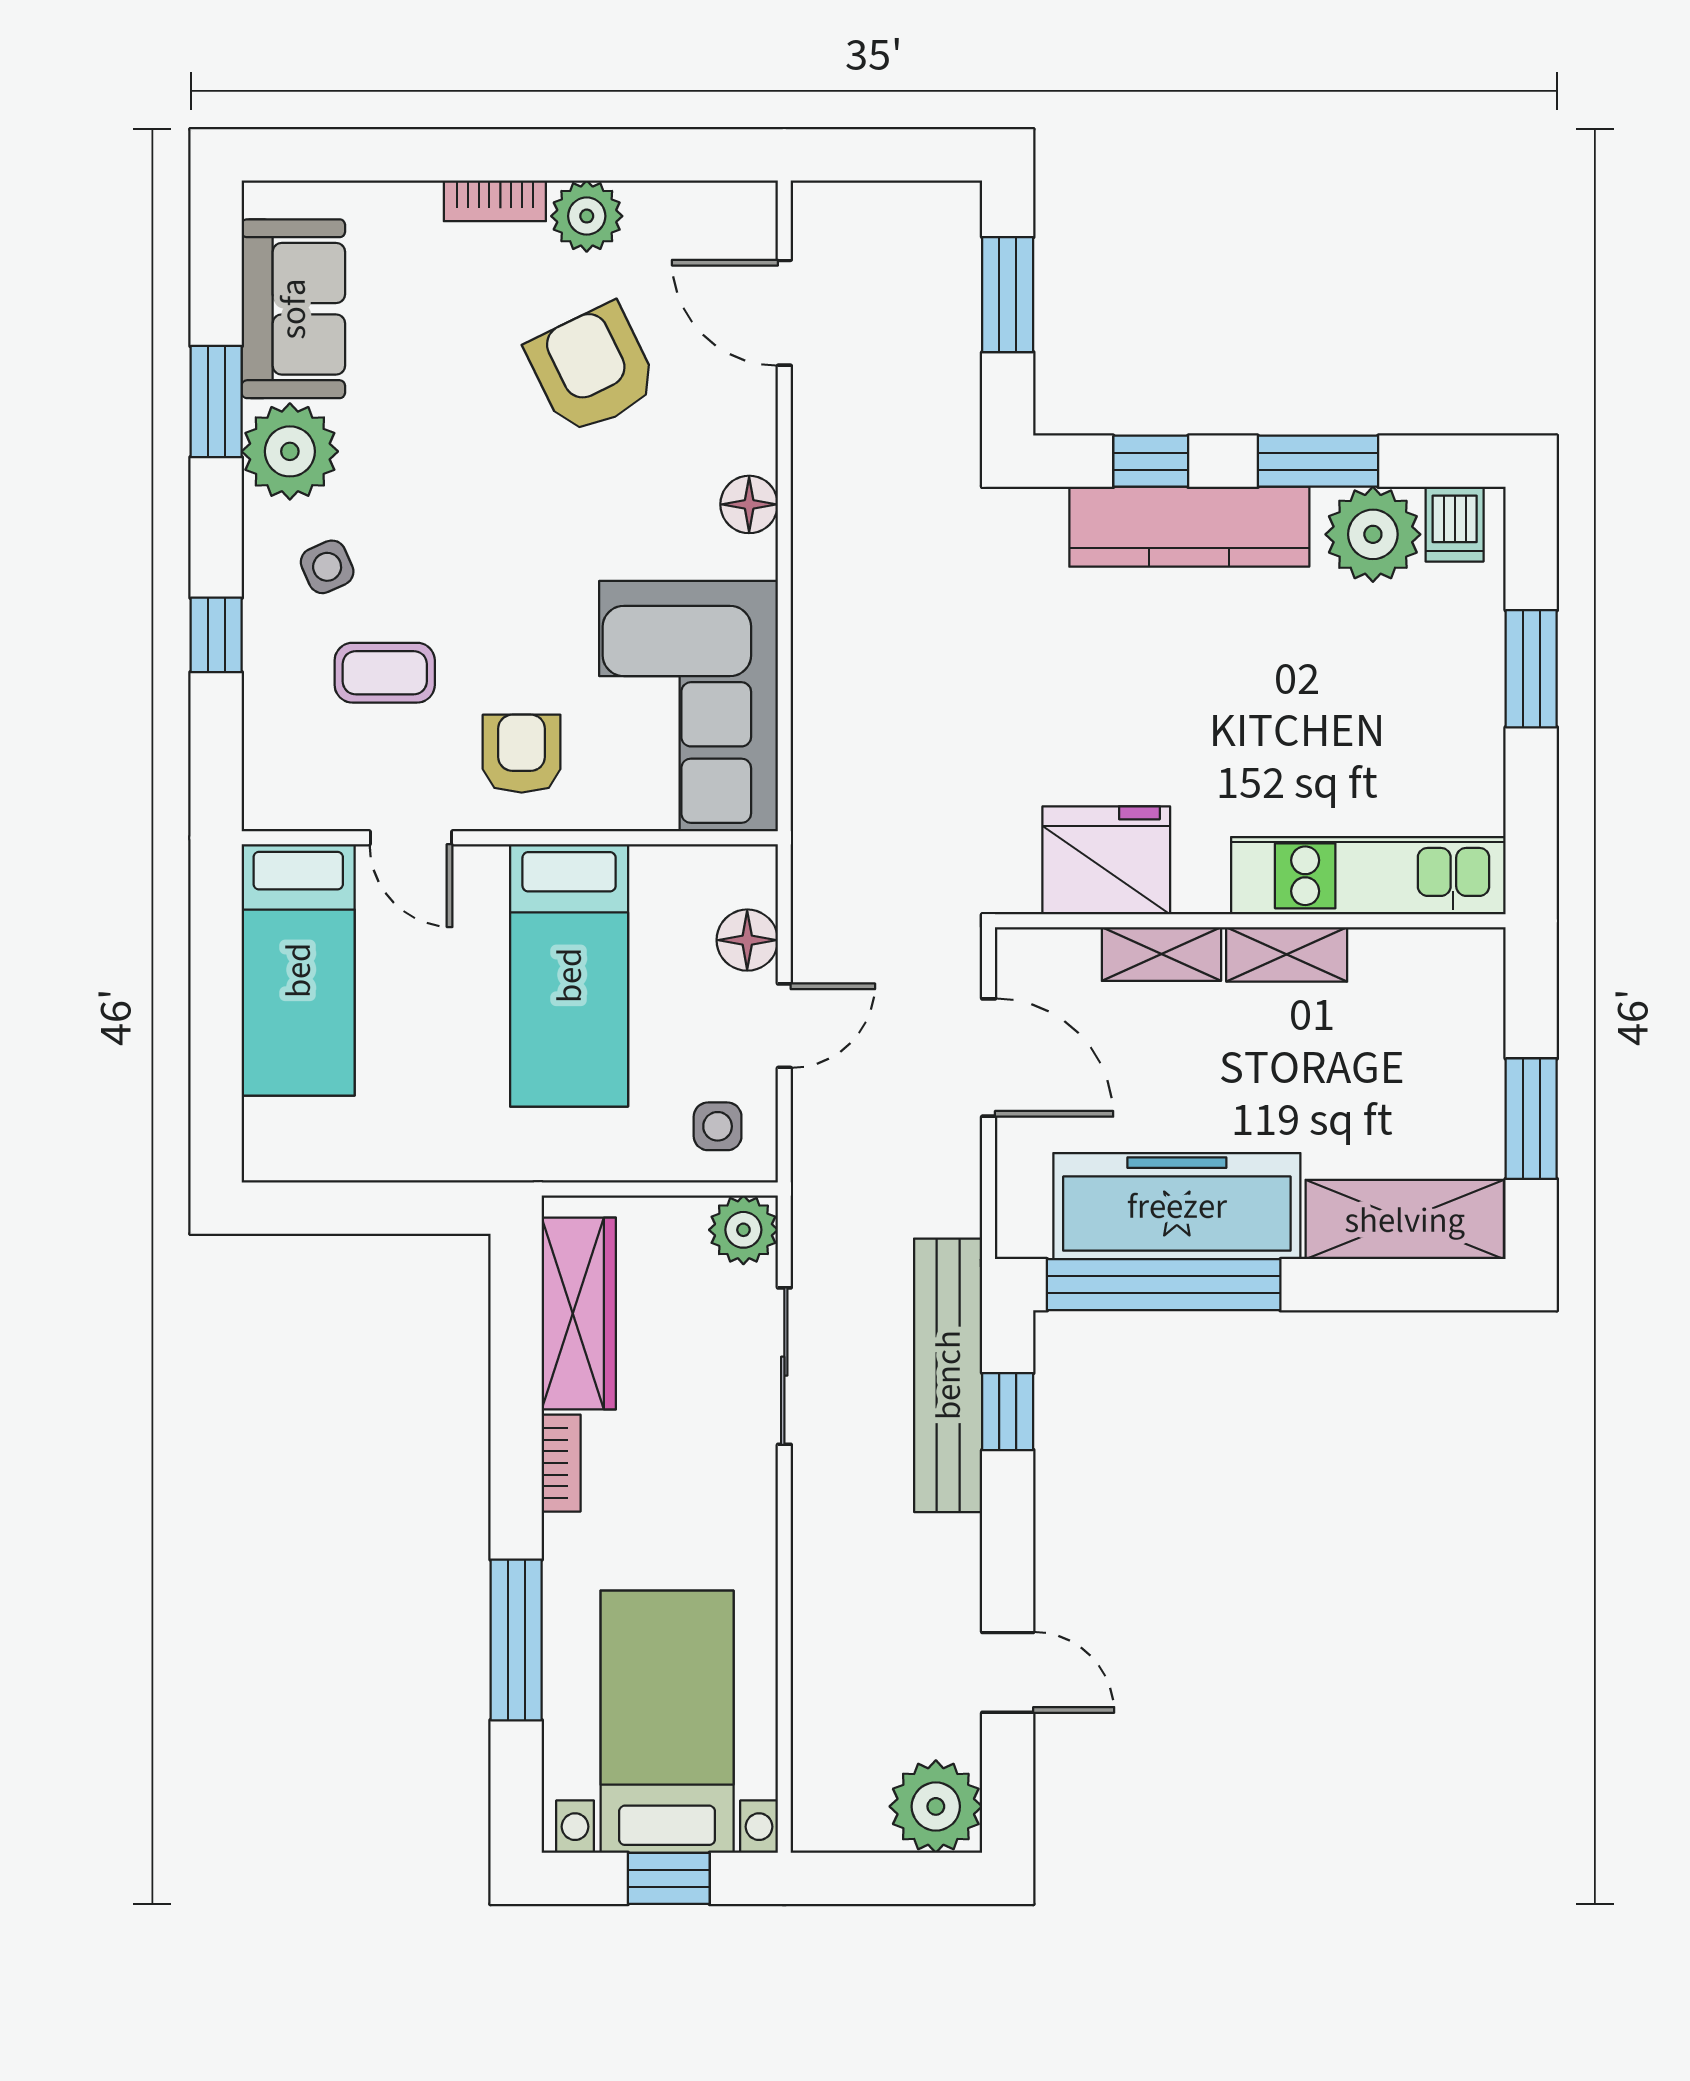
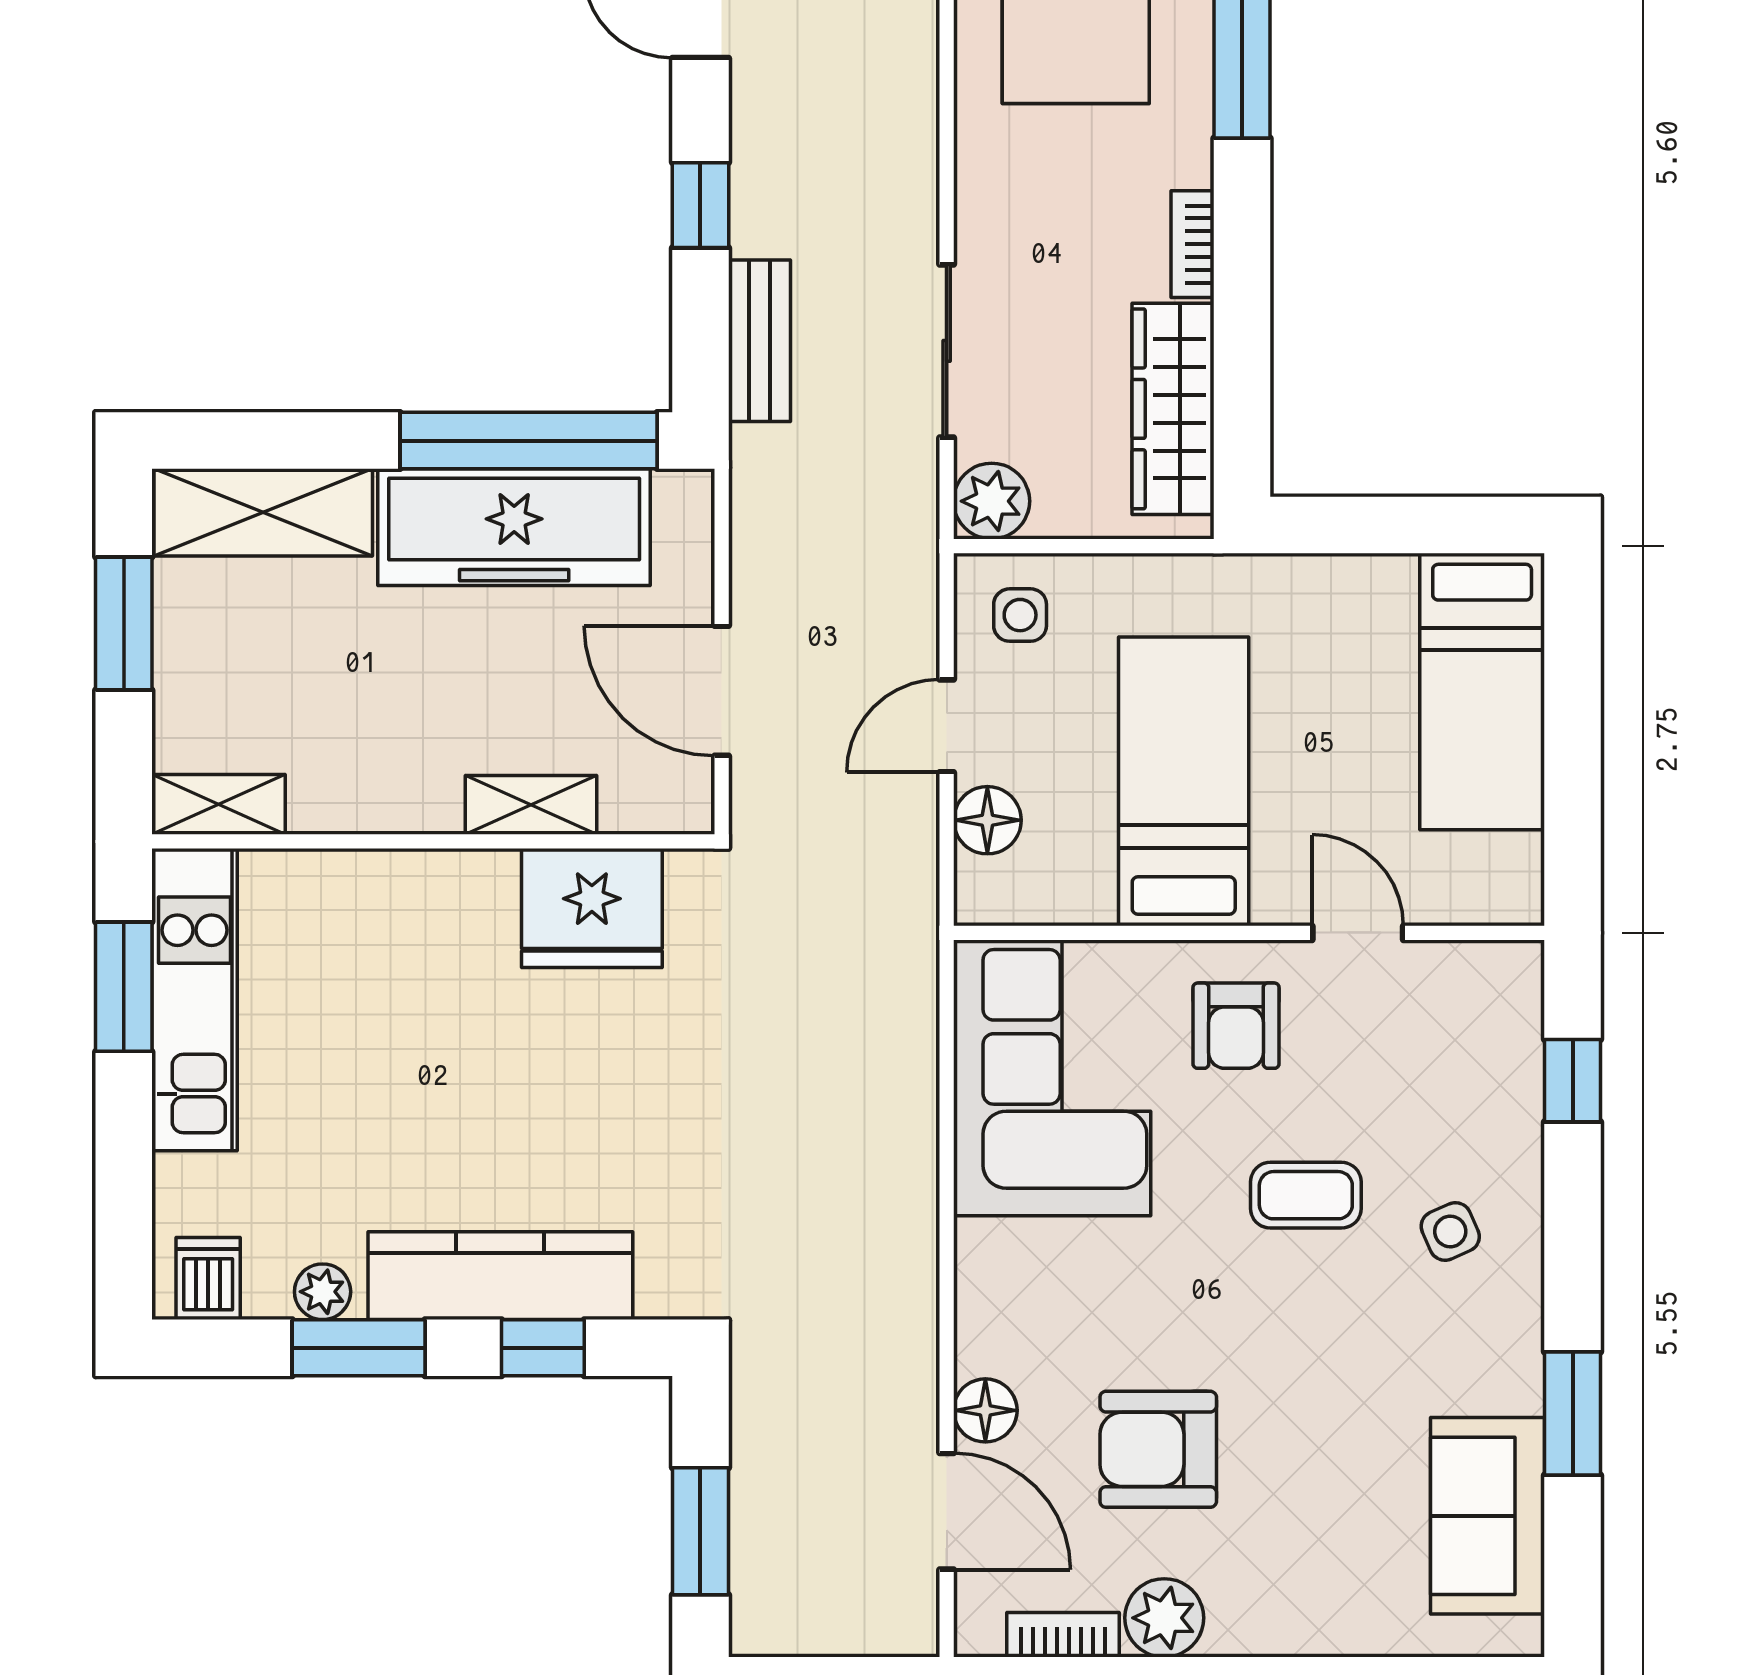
bookcase: (495, 201) -> (1063, 1635), moved
armchair: (592, 369) -> (1158, 1449), turned 116
plant: (290, 451) -> (1491, 1359), removed
floor lamp: (749, 504) -> (985, 1410), moved
plant: (1373, 534) -> (323, 1292), width x0.53, depth x0.53
window: (216, 635) -> (1573, 1081), moved
window: (1531, 669) -> (124, 987), moved
coffee table: (385, 673) -> (1306, 1195), moved
kitchen unit: (1368, 876) -> (195, 1000), moved, turned -90
shelving: (1287, 954) -> (219, 804), moved
bed: (298, 970) -> (1482, 692), moved, turned 180
bench: (948, 1375) -> (759, 341), width x0.54, depth x0.82
window: (1008, 1412) -> (700, 205), moved

